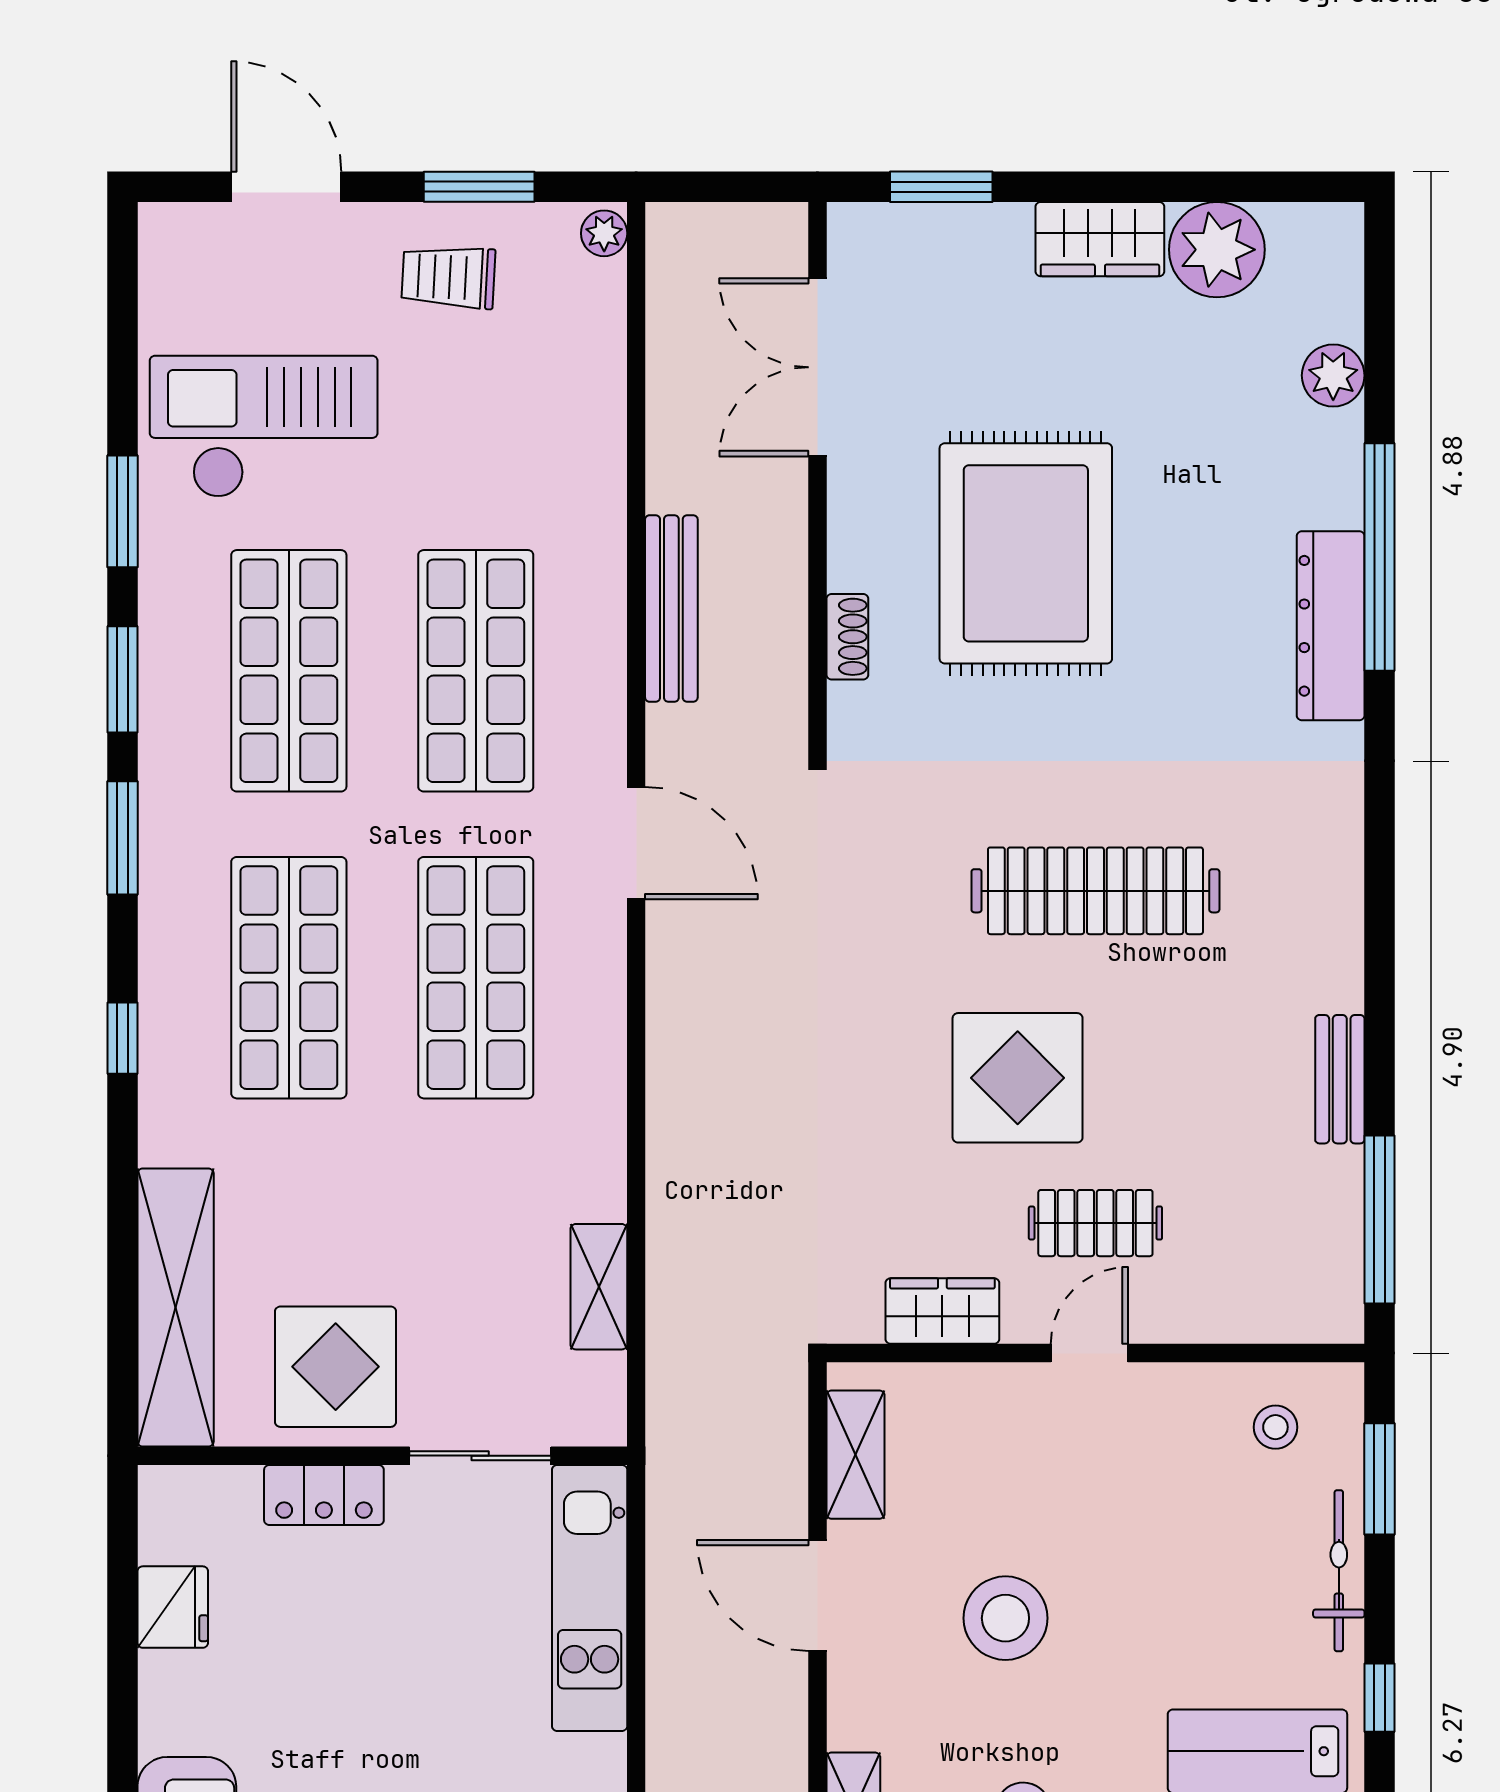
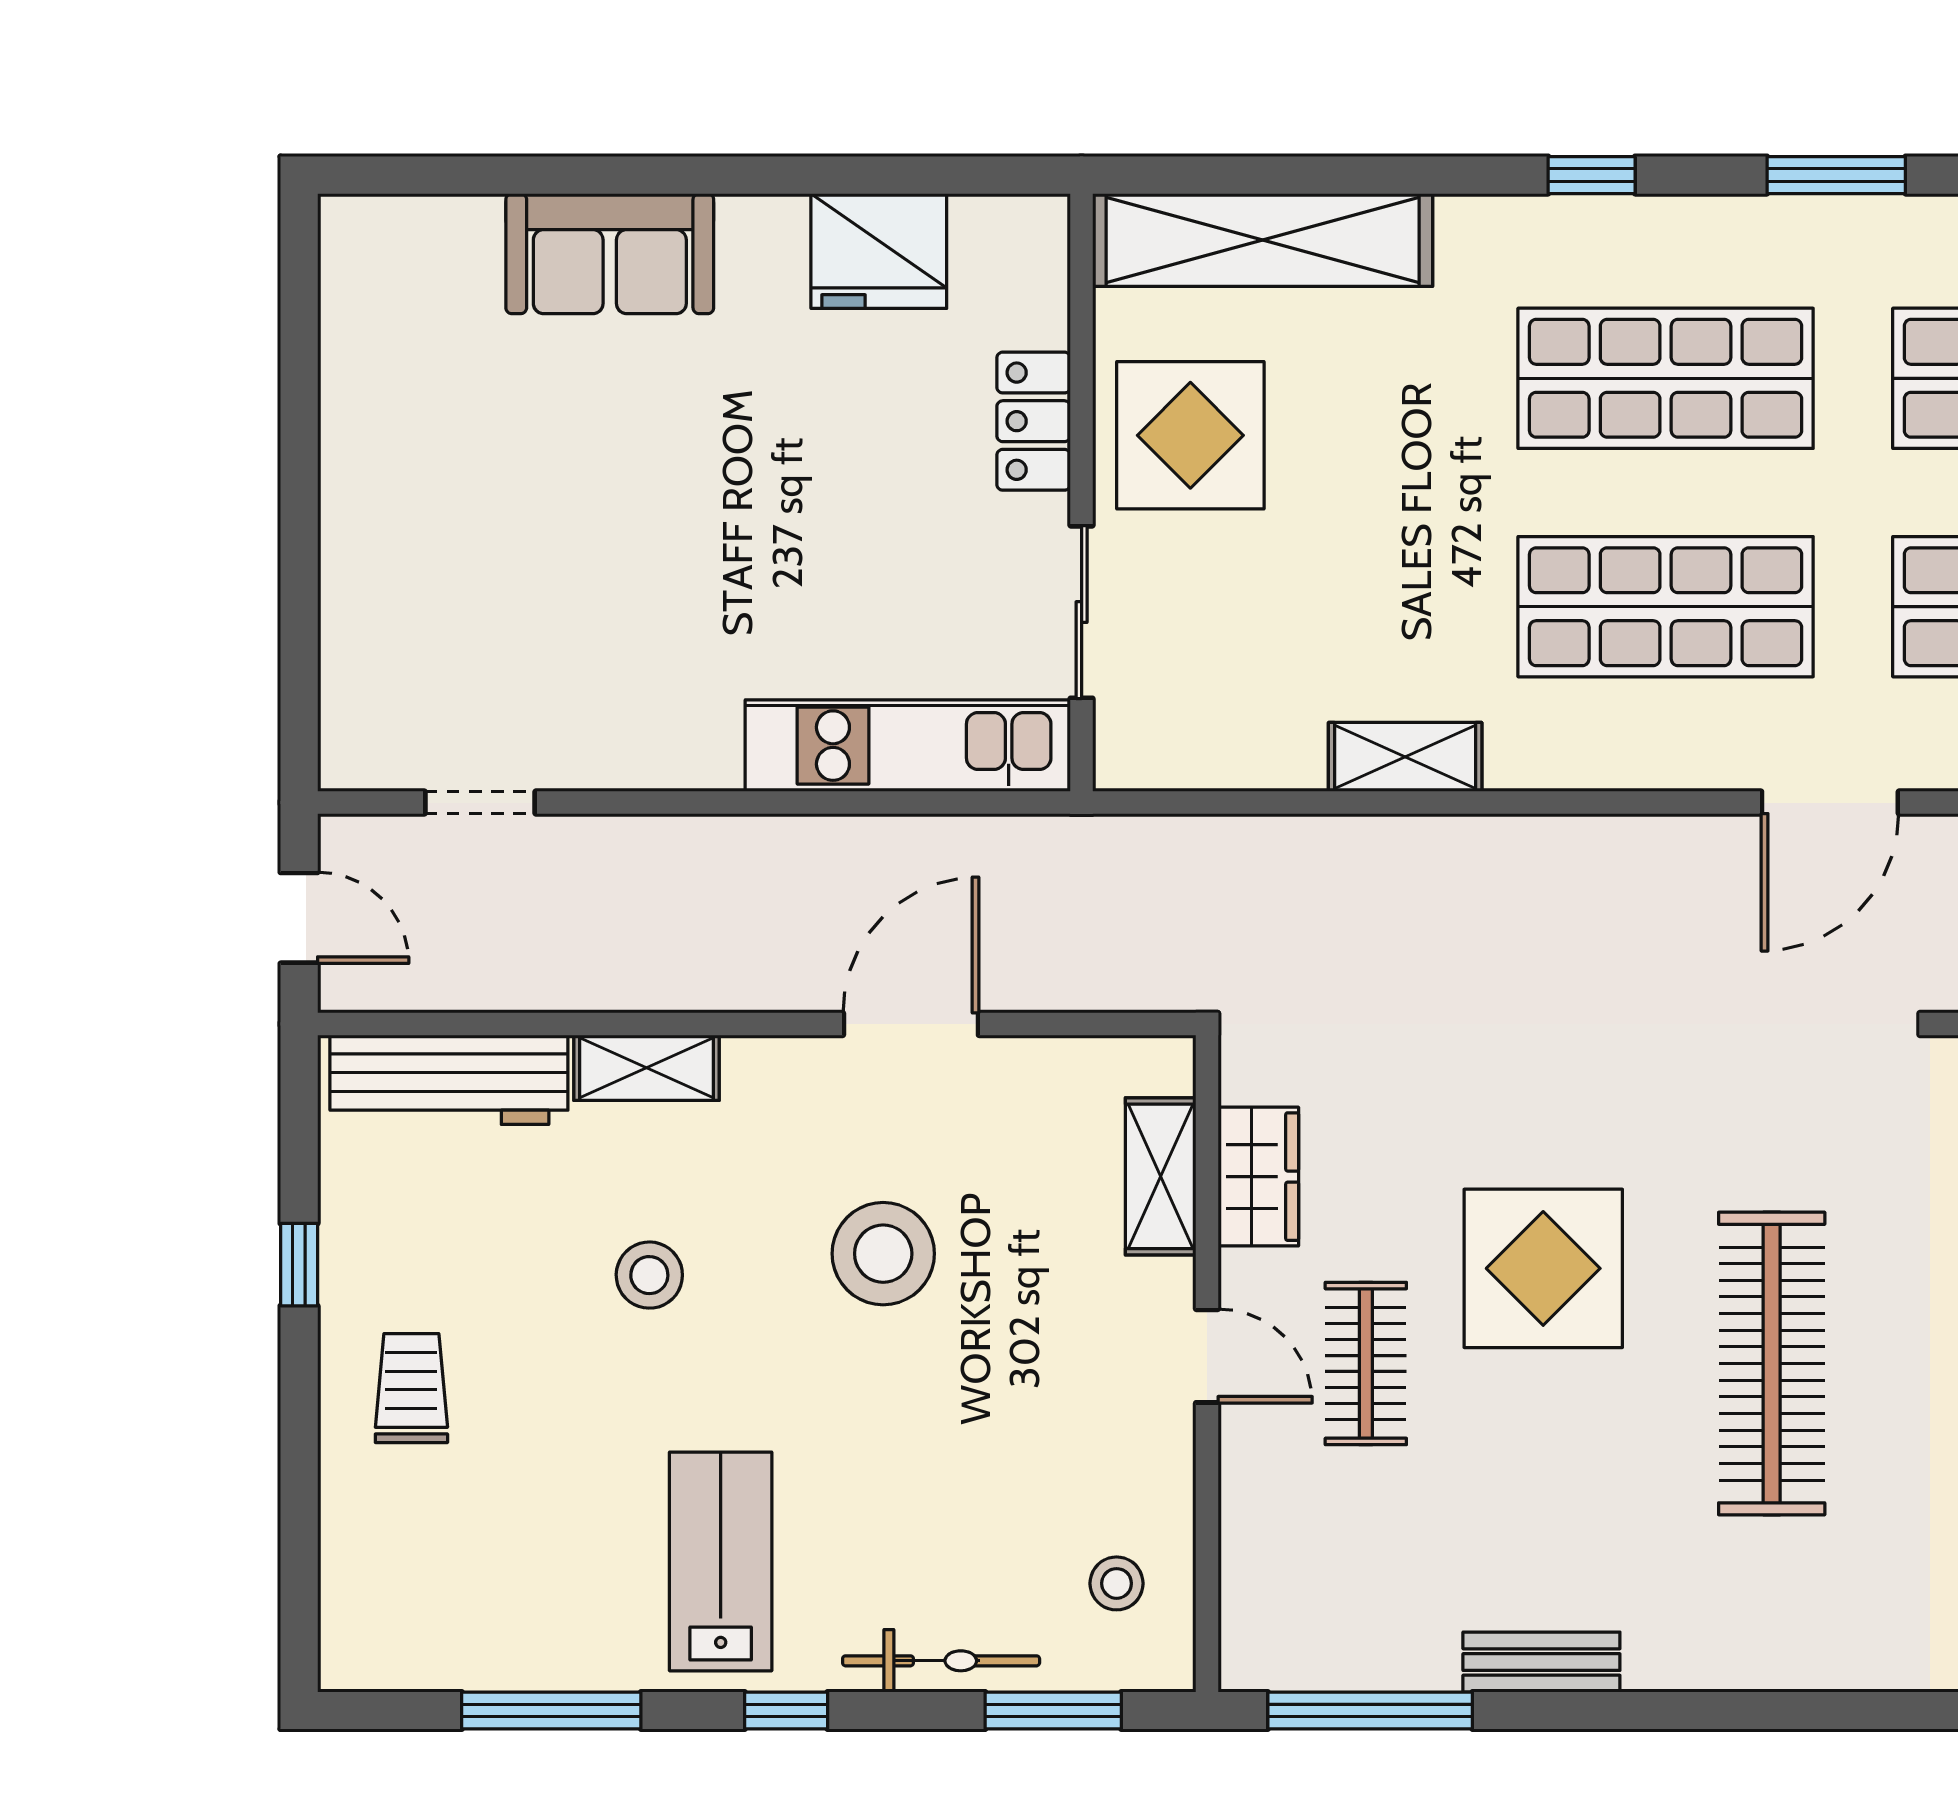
shelving: (599, 1287) -> (1405, 757), moved
shelving: (855, 1455) -> (1161, 1176), moved, turned 90
fridge: (173, 1607) -> (879, 251), width x1.36, depth x1.34

